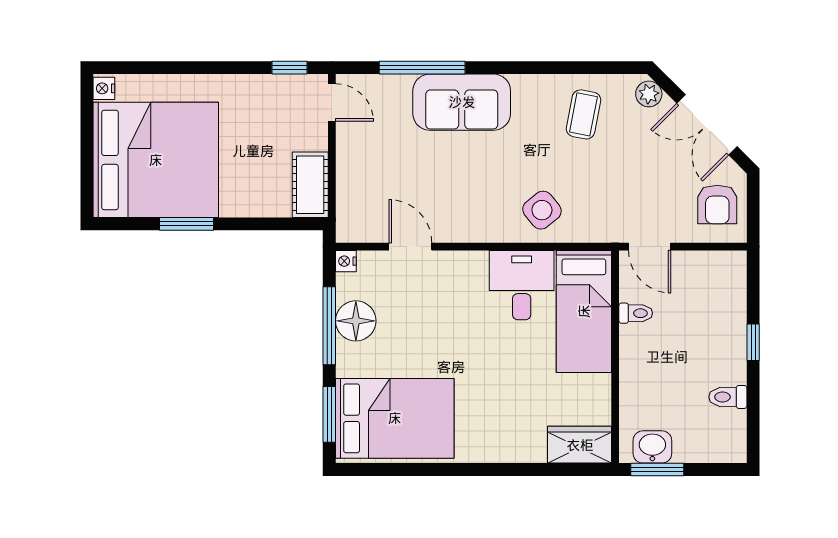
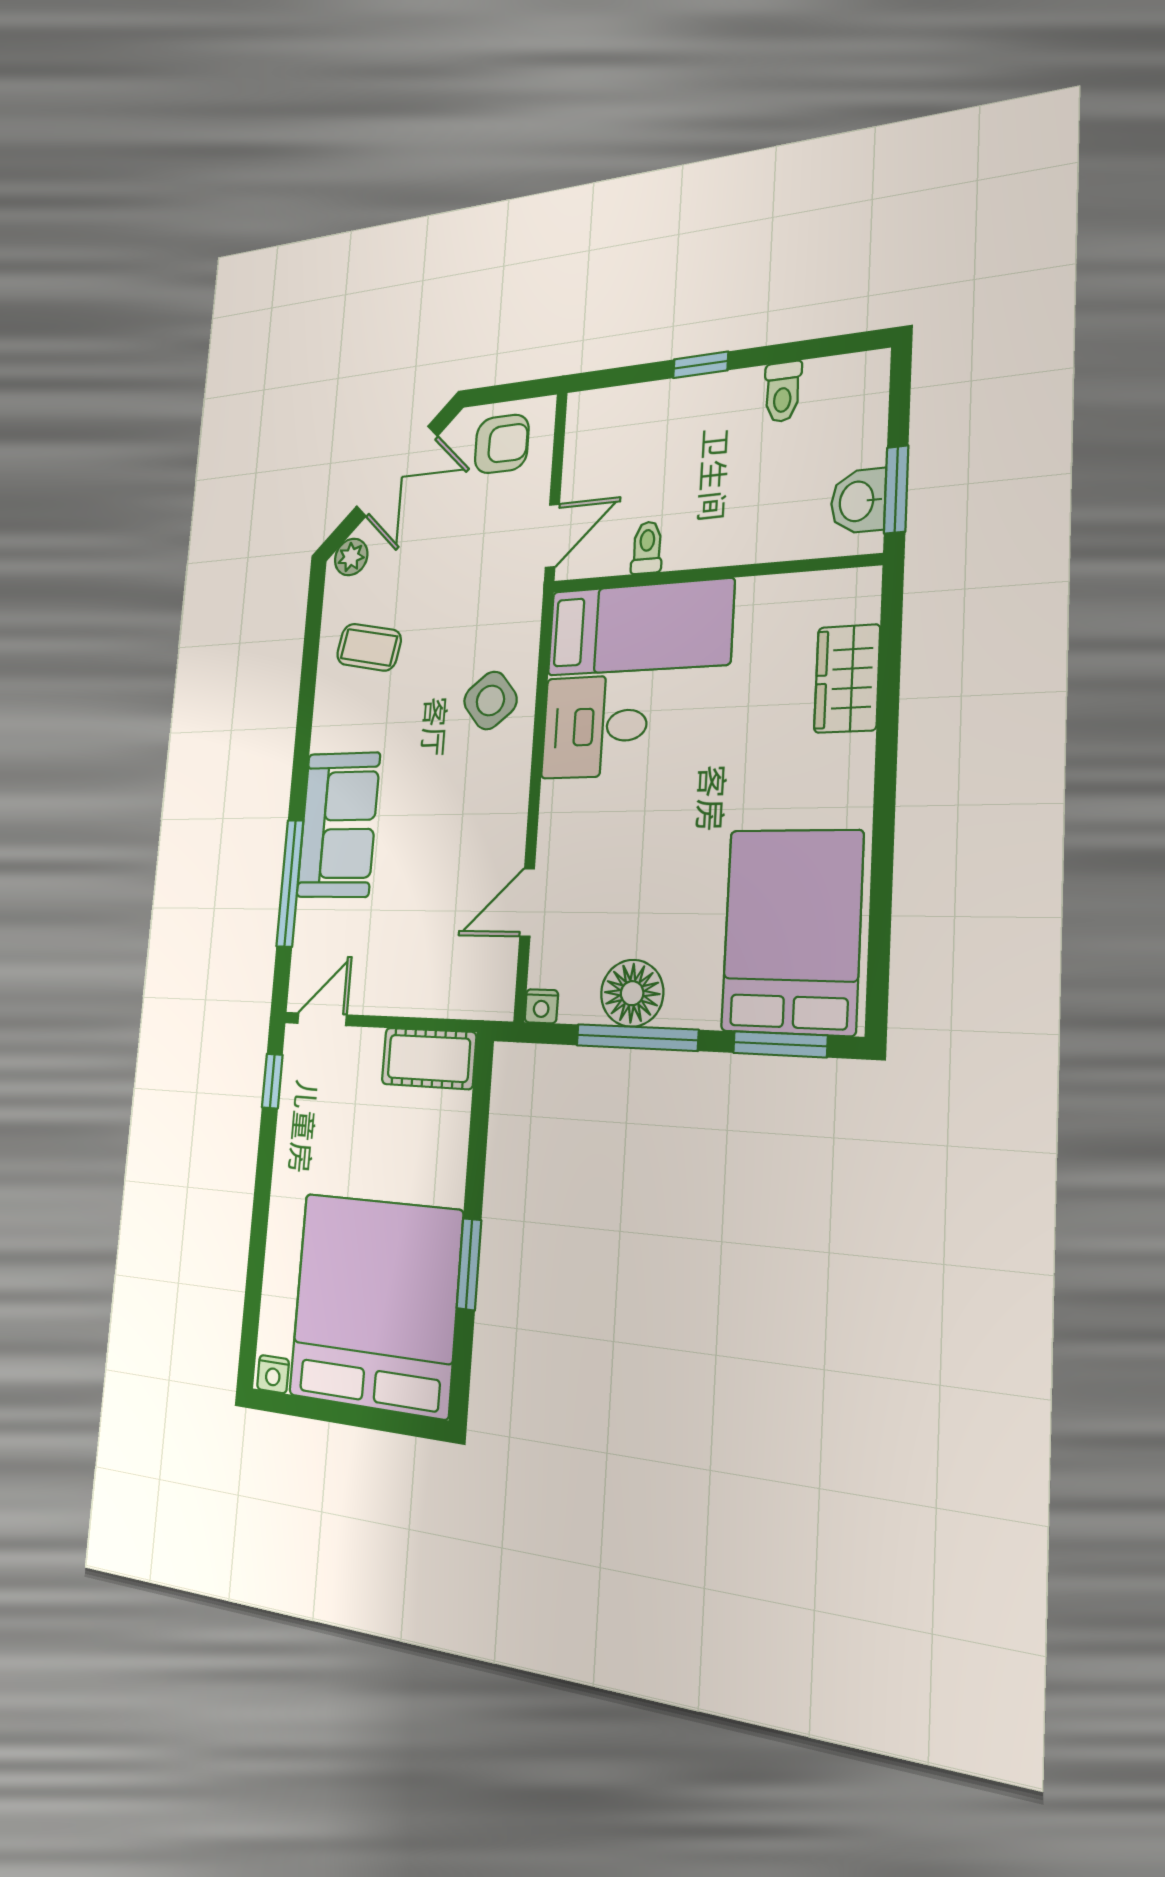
wardrobe: (580, 445) -> (847, 679), moved

